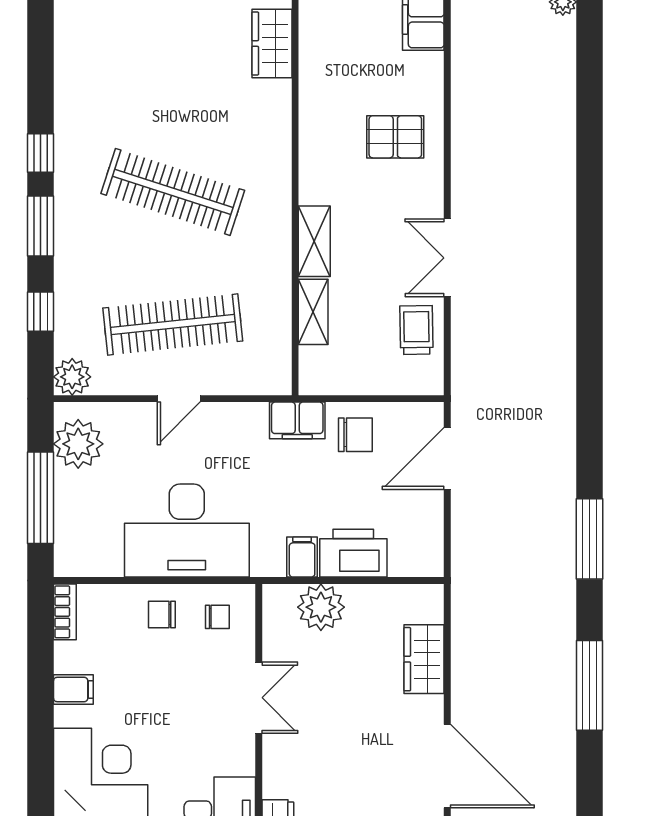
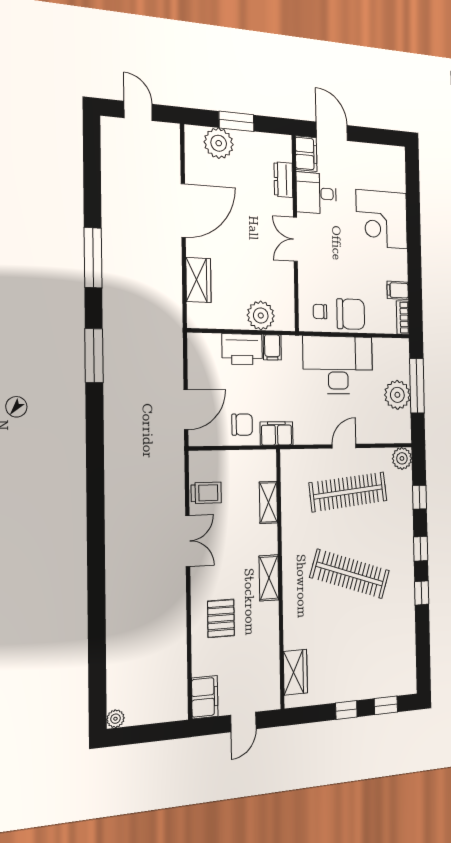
pallet: (395, 137) -> (221, 618), turned 90
window: (40, 226) -> (421, 549), width x0.67
shelving: (314, 241) -> (269, 578), moved
trolley: (416, 330) -> (206, 493), turned -89
chair: (355, 435) -> (242, 425), turned 180
plant: (78, 444) -> (397, 395), moved
chair: (162, 615) -> (351, 314), width x1.87, depth x1.87
filing cabinet: (73, 690) -> (398, 290), moved
double door: (259, 698) -> (295, 239), moved
door: (447, 766) -> (183, 210), swing flipped

